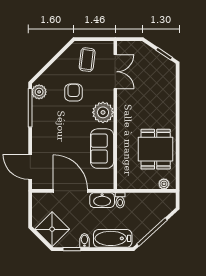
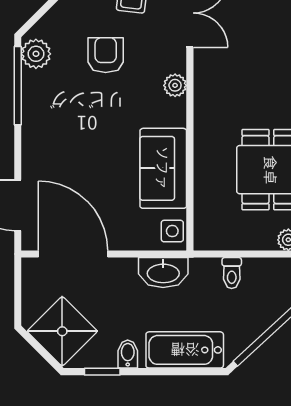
plant: (103, 112) -> (175, 85), width x0.53, depth x0.53
side table: (107, 180) -> (172, 231), added
door: (70, 191) -> (73, 254), moved
toilet: (120, 200) -> (232, 273), moved

